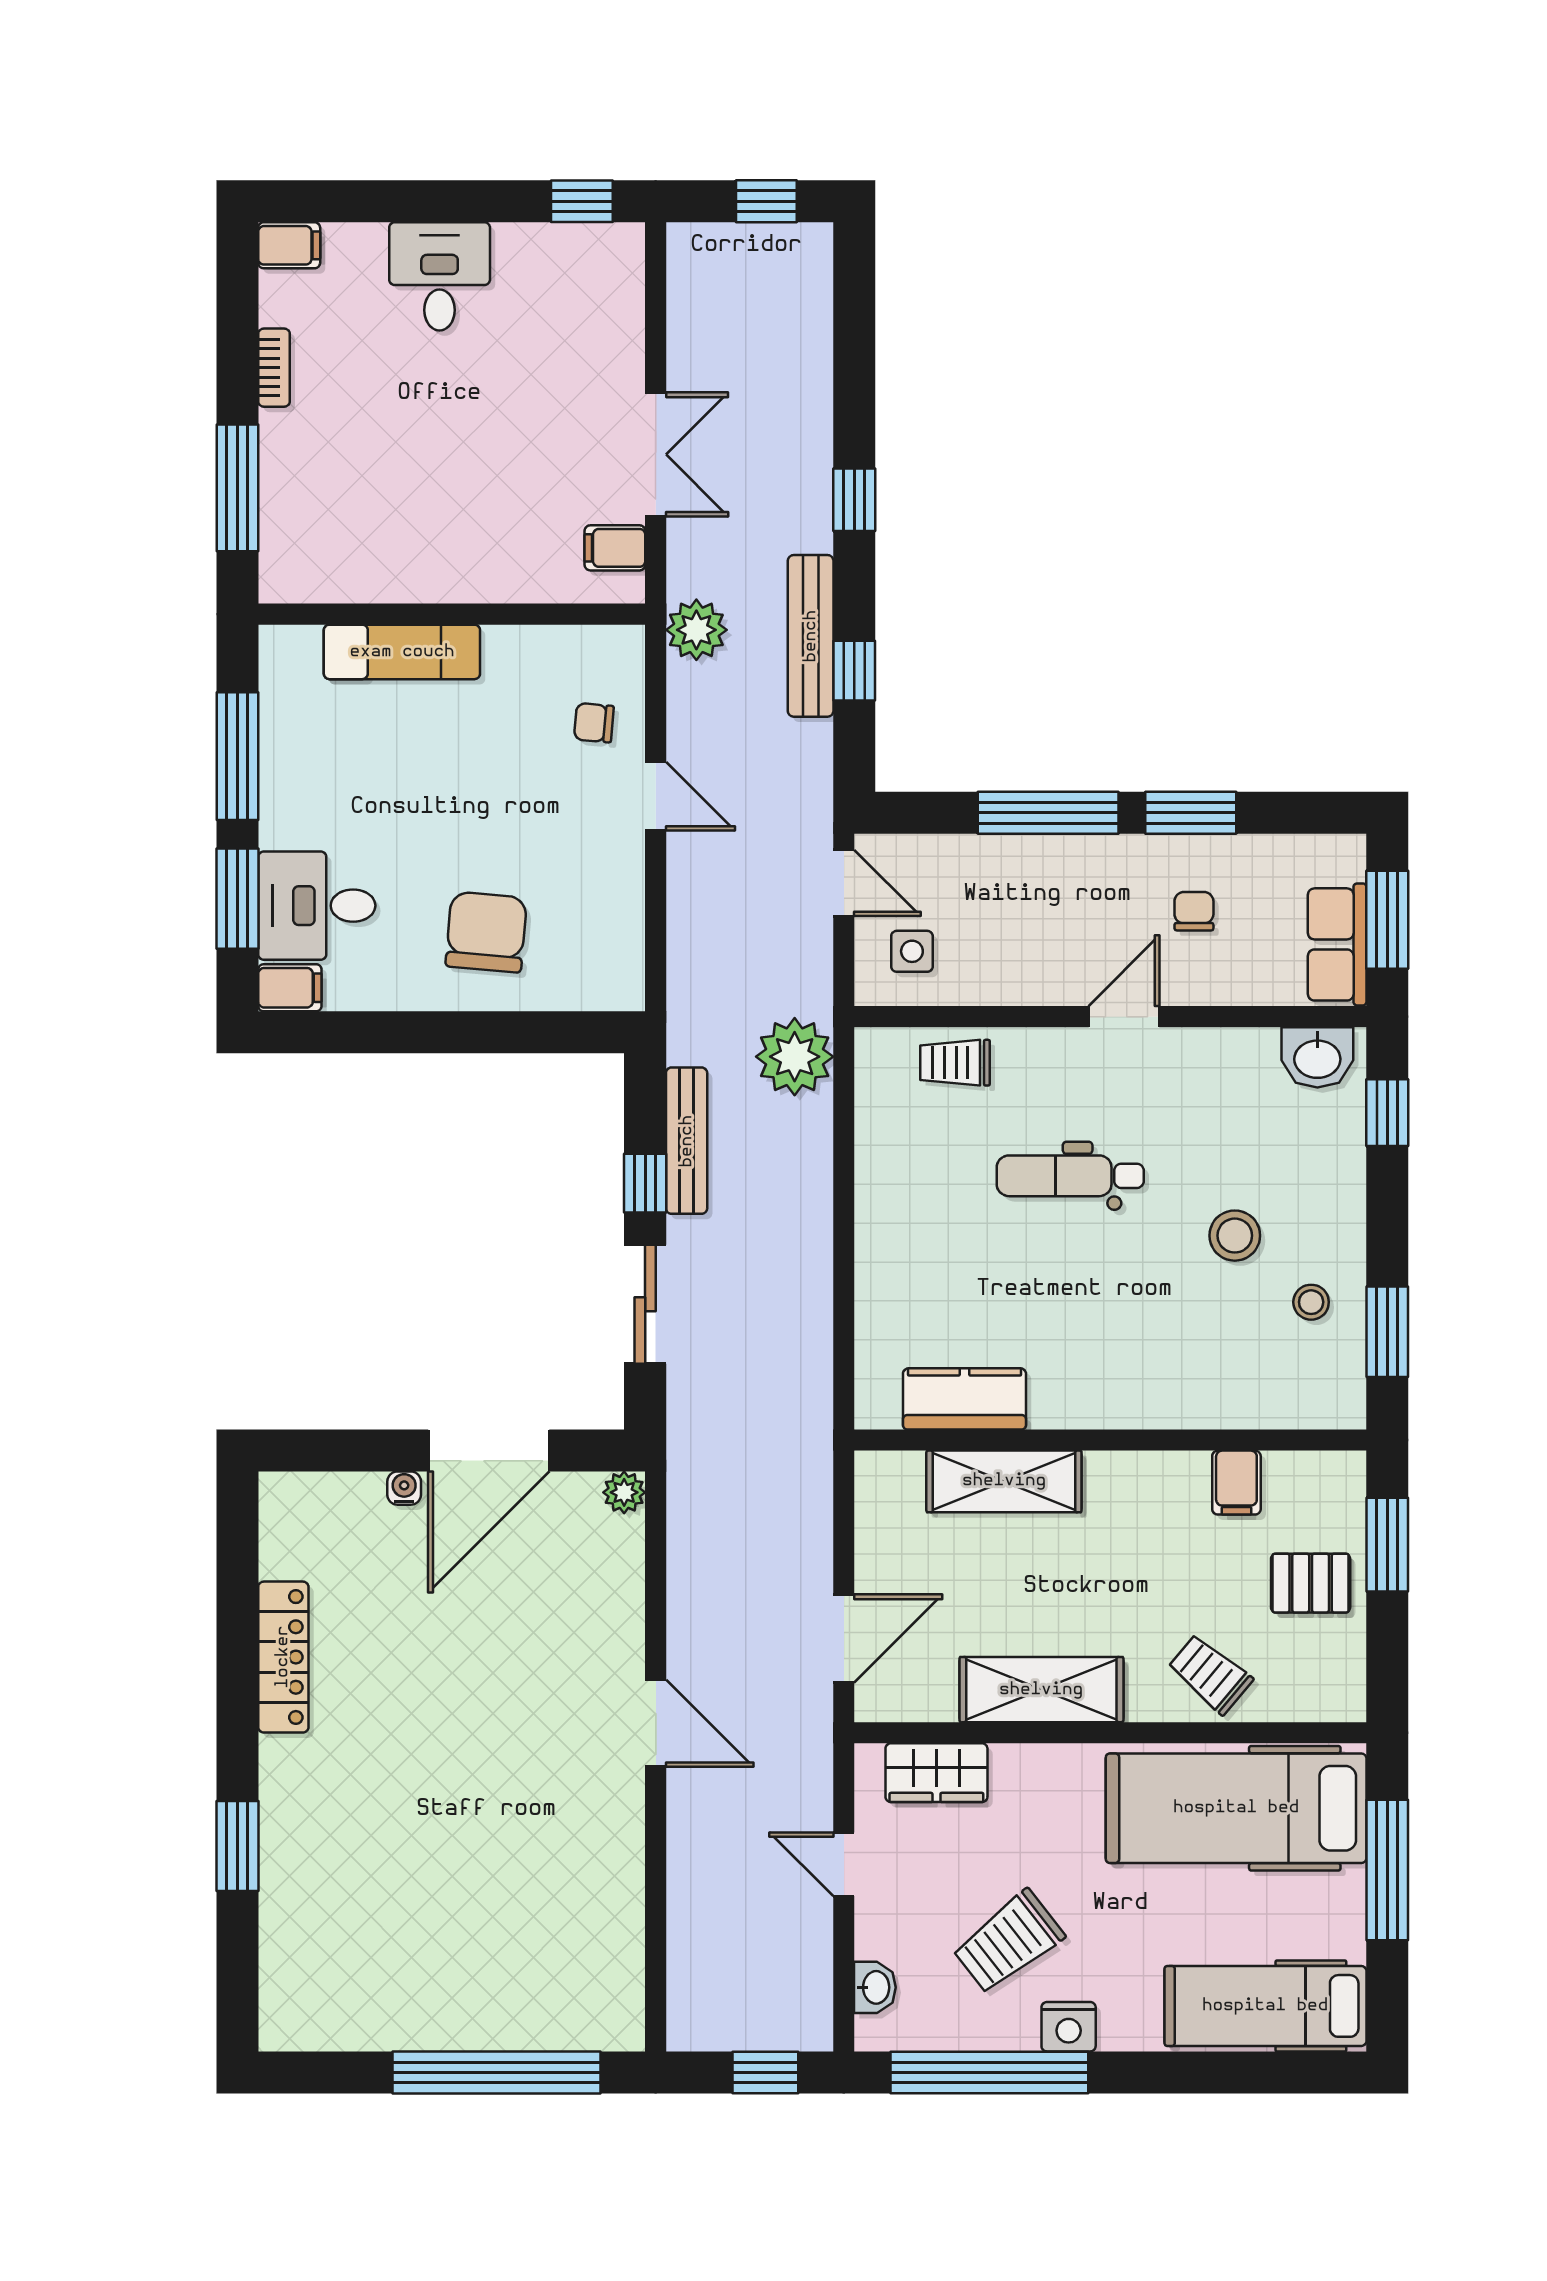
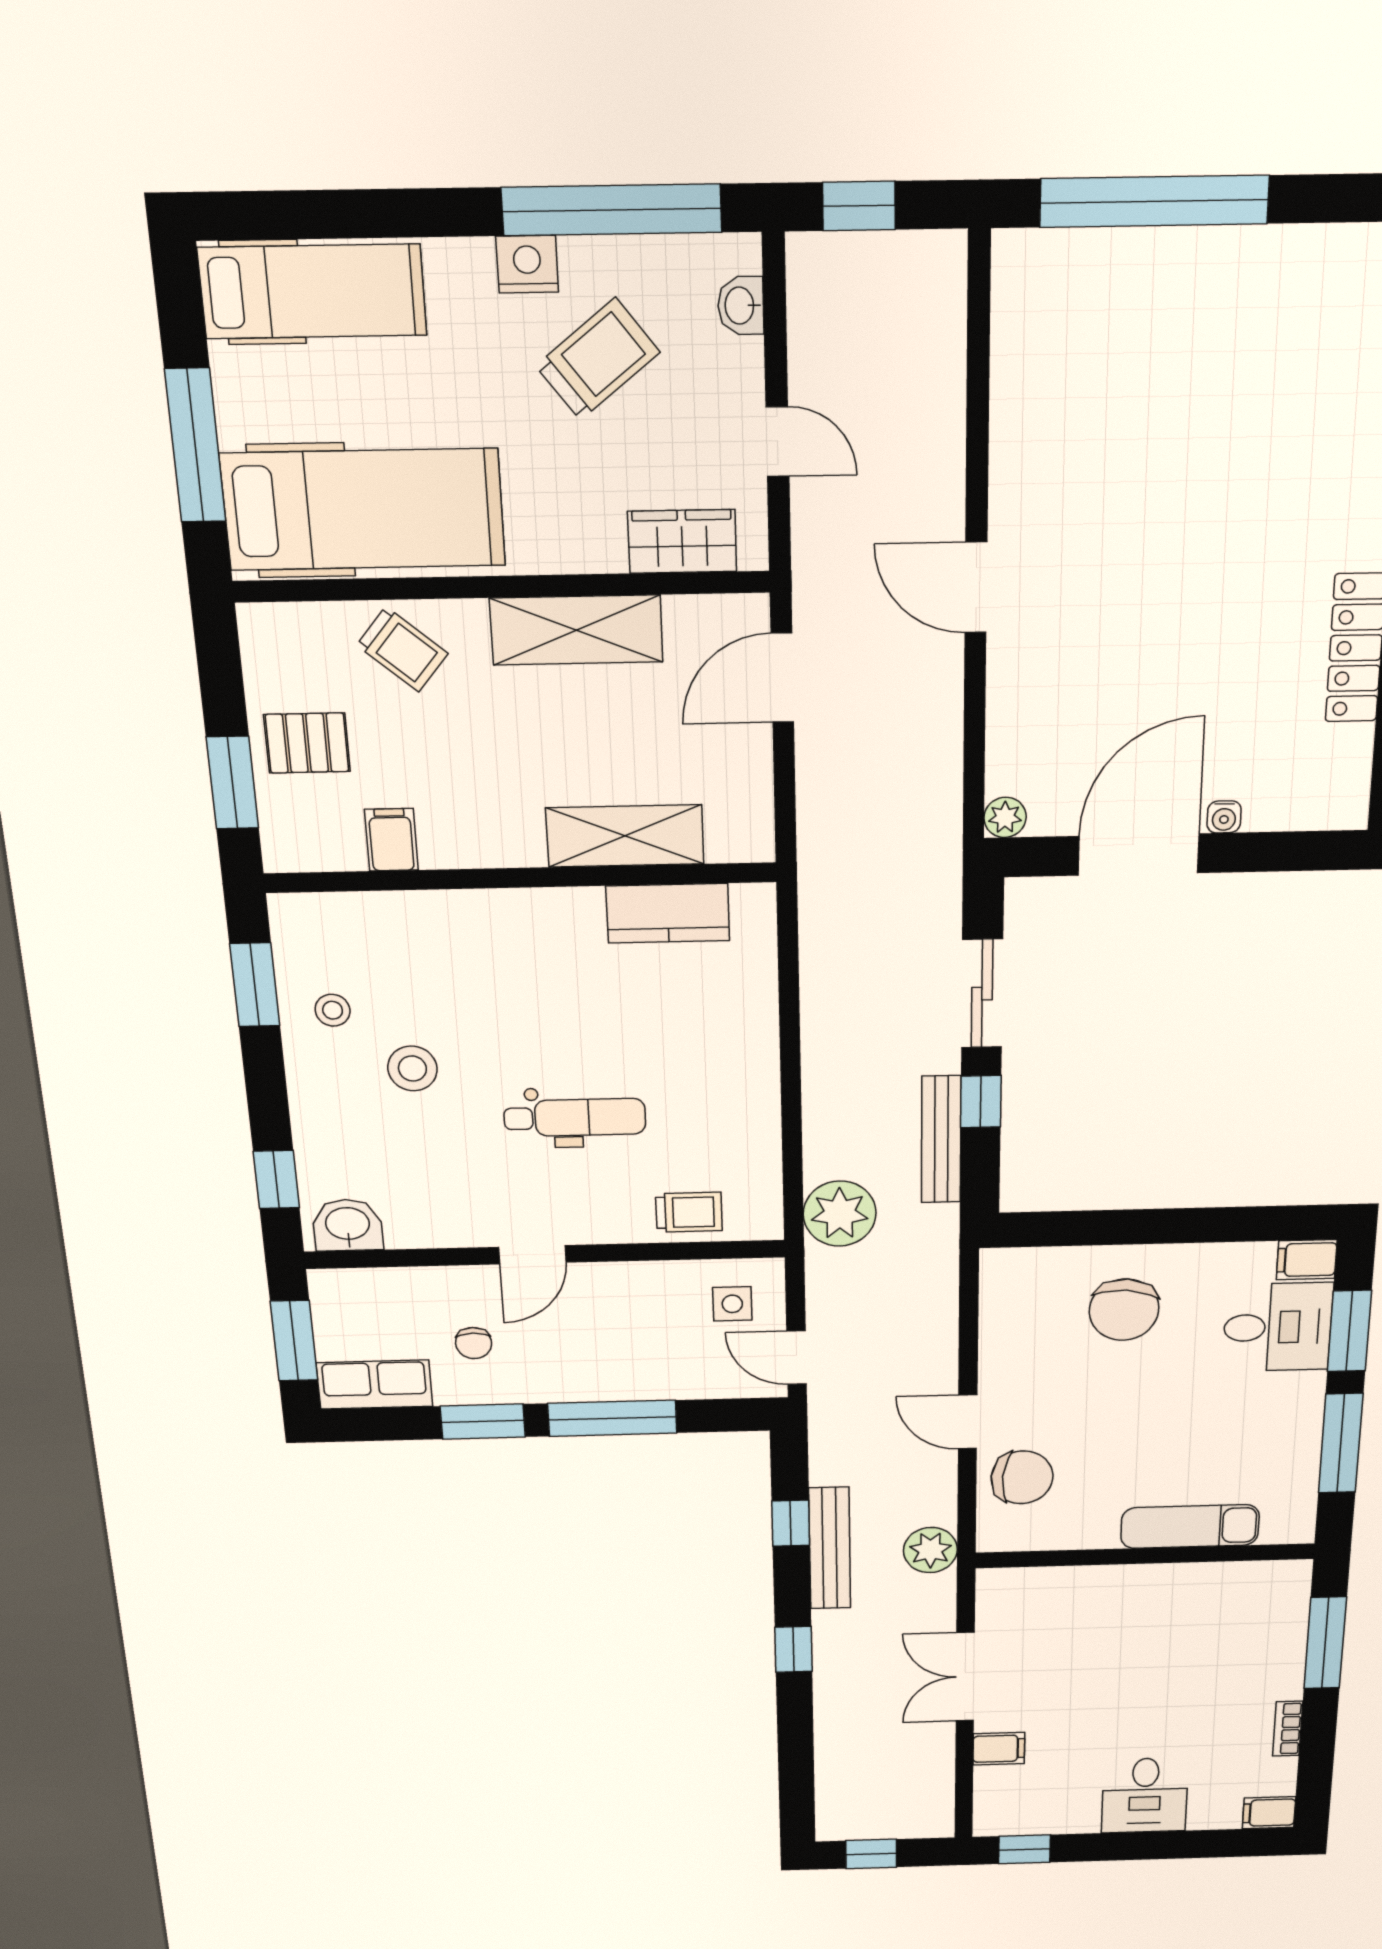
filing cabinet: (615, 548) -> (999, 1749), moved
chair: (594, 723) -> (1022, 1477), width x1.87, depth x1.87
row of seats: (1337, 944) -> (374, 1385), moved, turned -90

